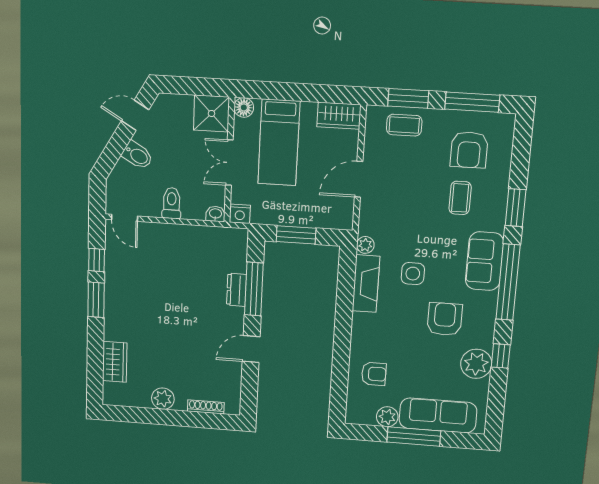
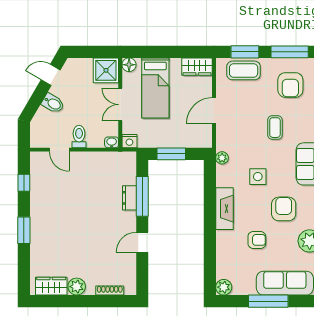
coffee table: (404, 125) -> (244, 70), width x1.36, depth x1.30
coffee table: (460, 198) -> (275, 128), moved
door: (125, 218) -> (59, 150), moved
fireplace: (366, 284) -> (224, 209), moved
window: (96, 300) -> (24, 230), moved
wardrobe: (115, 362) -> (51, 286), moved, turned -90
armchair: (374, 374) -> (257, 240), moved
plant: (387, 417) -> (224, 287), moved

